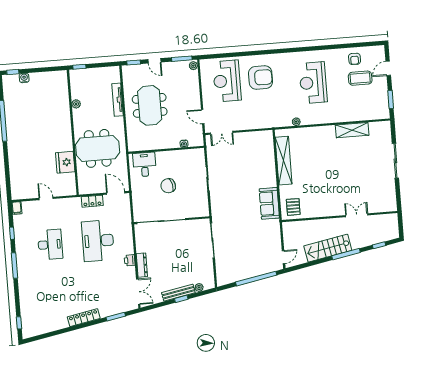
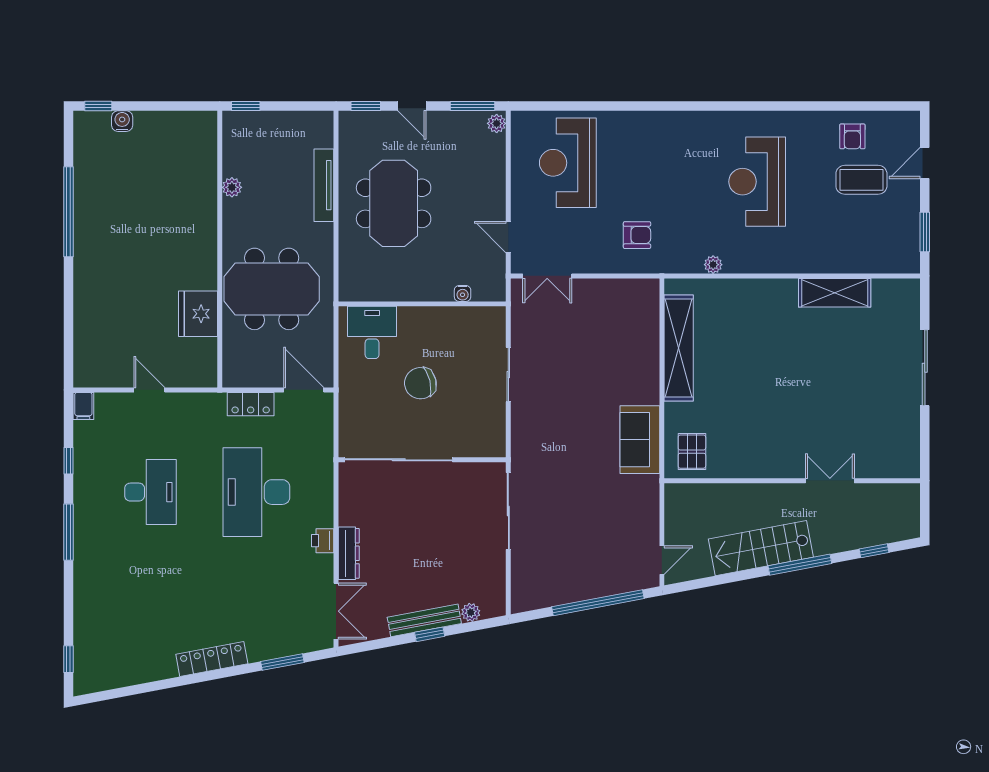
armchair: (261, 78) -> (637, 235), moved, width x0.53, depth x0.53

